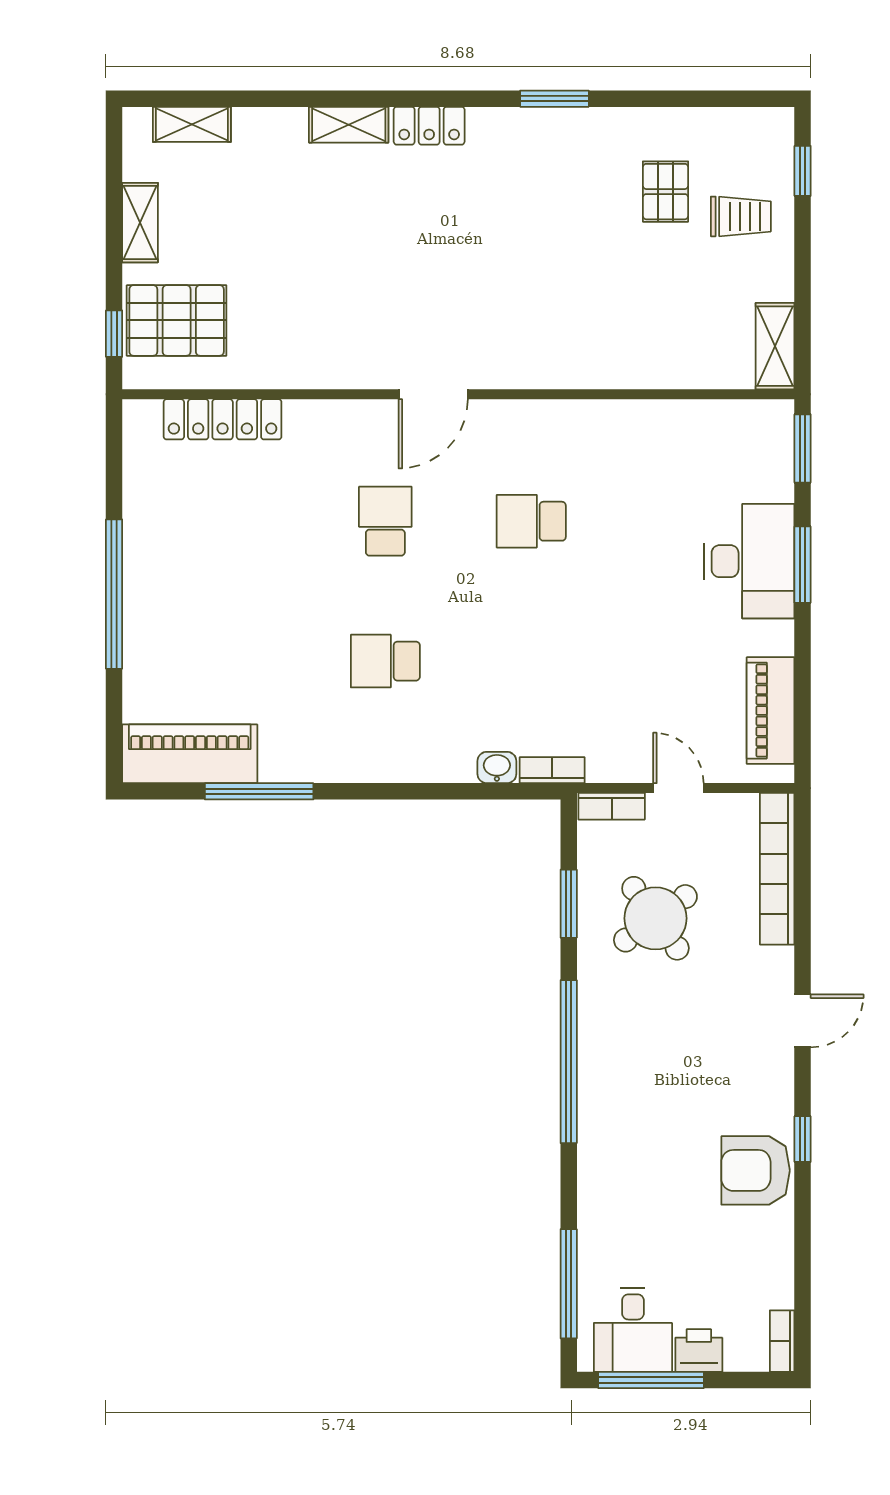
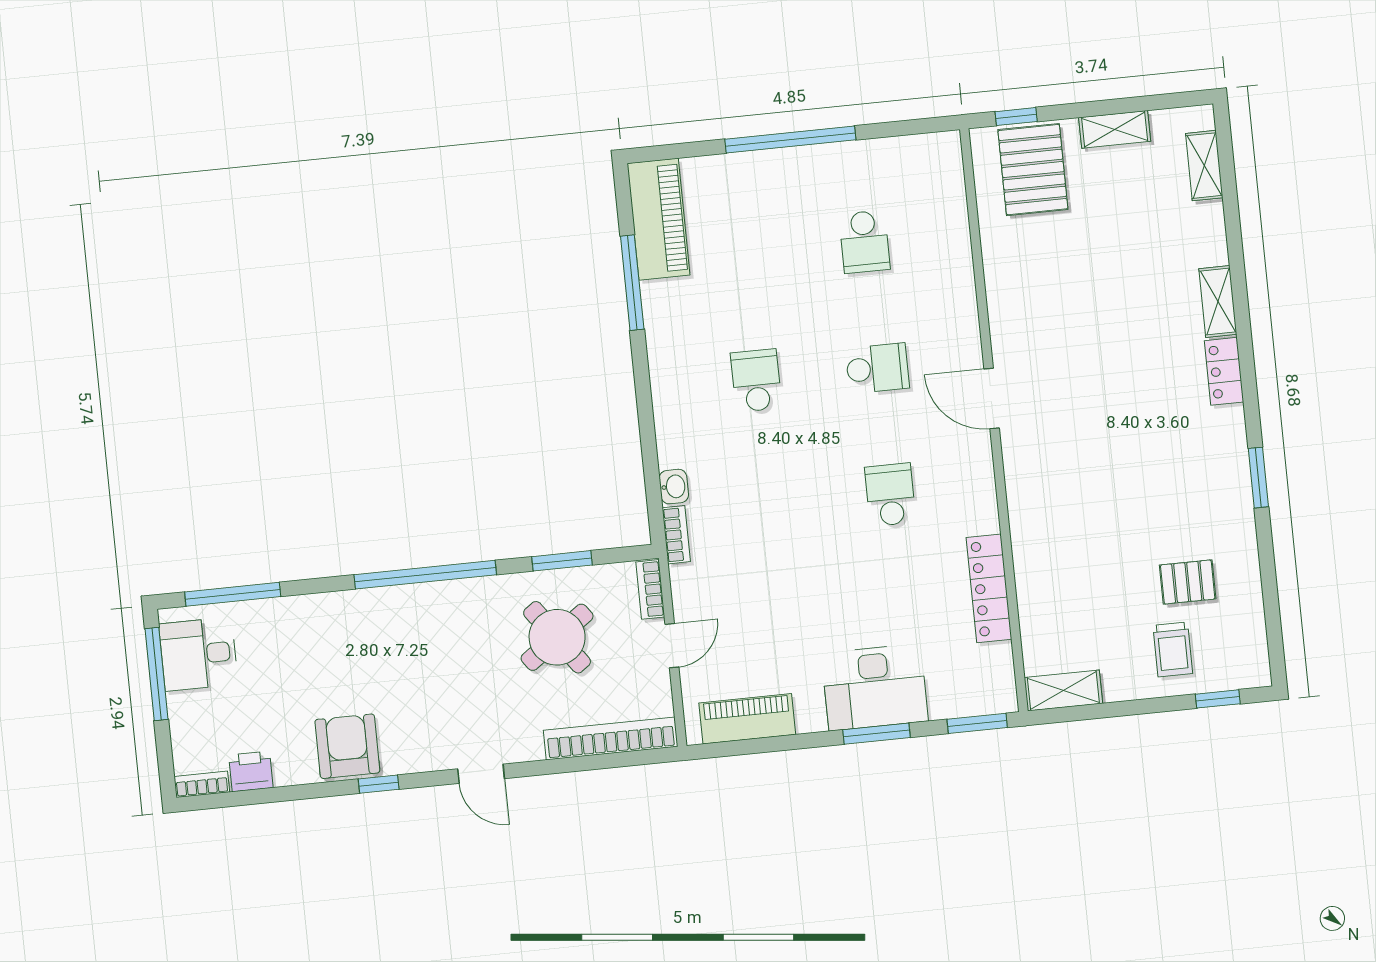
locker: (223, 419) -> (989, 588), moved
school desk: (239, 521) -> (865, 242), added
printer: (699, 1351) -> (251, 771), moved, turned -90

